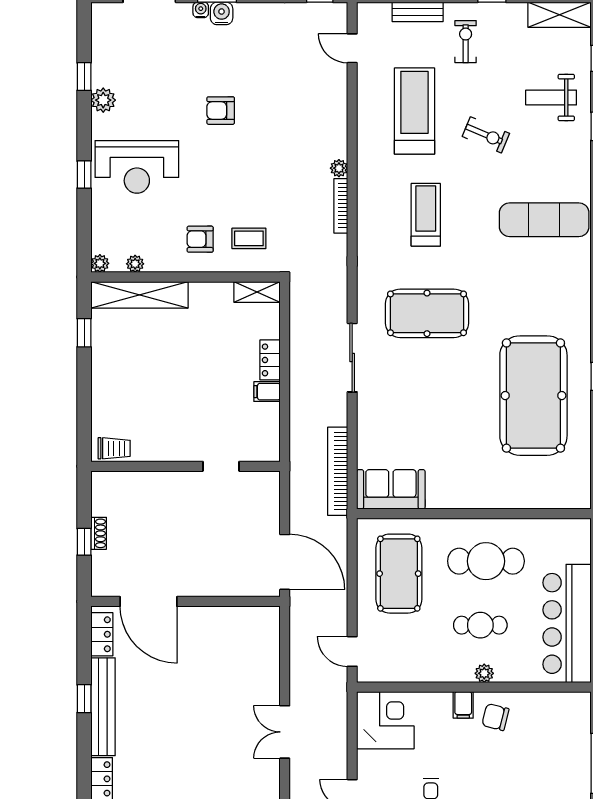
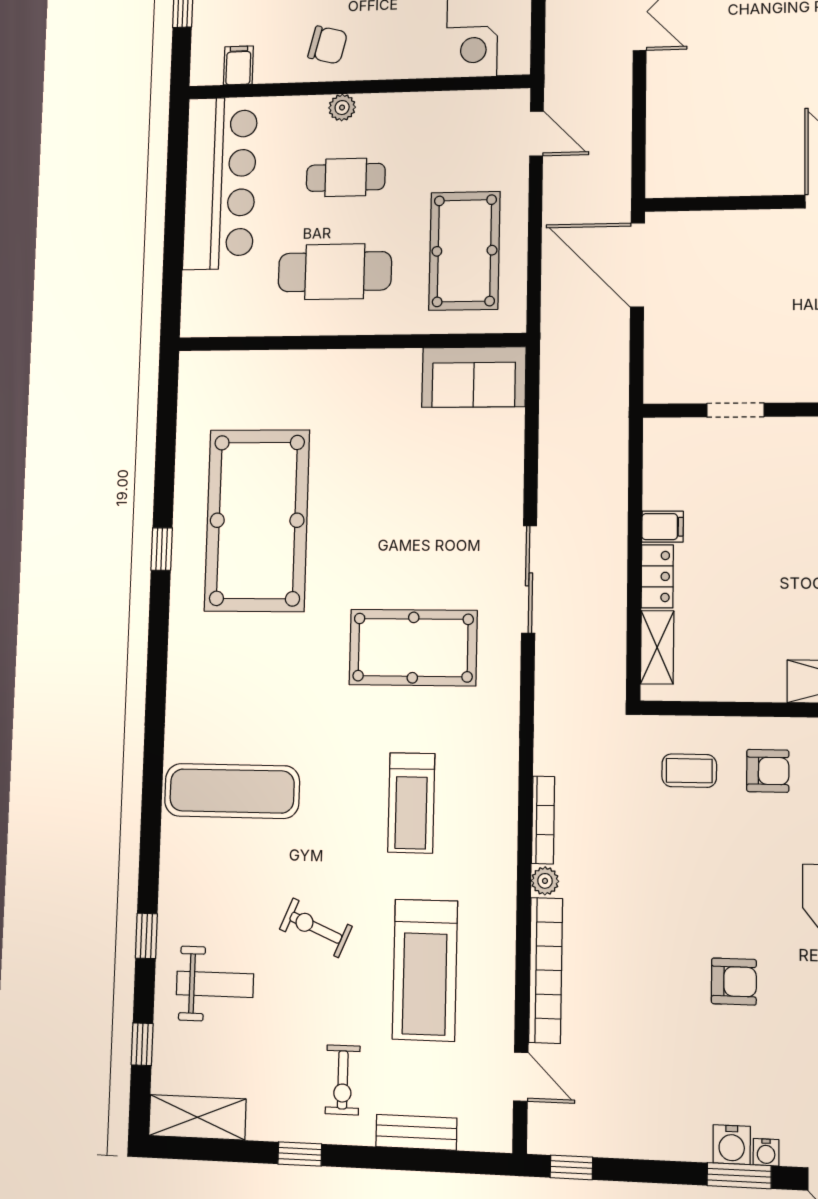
shelving: (257, 292) -> (657, 647), moved, turned 90
bookcase: (338, 471) -> (546, 970), moved
filing cabinet: (463, 705) -> (238, 65), moved

